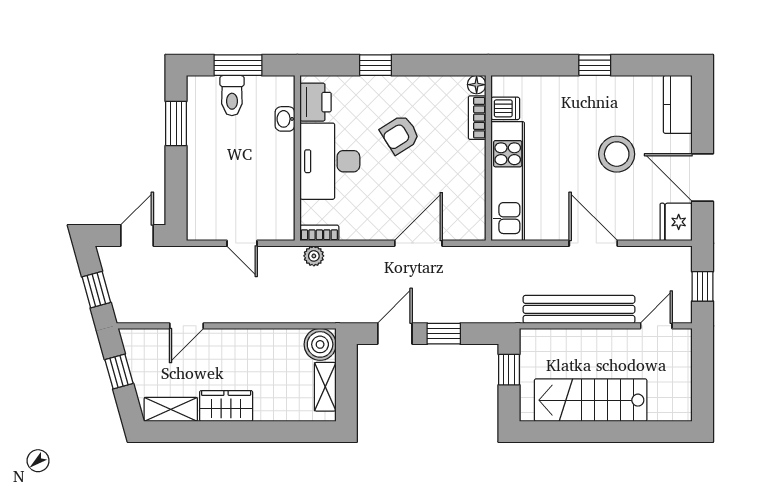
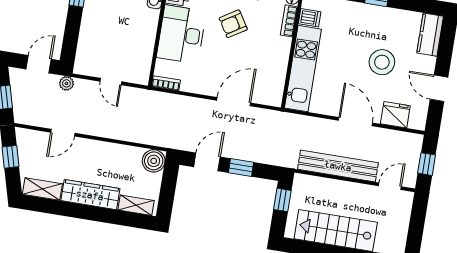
door: (703, 177) -> (439, 88), width x0.73
fridge: (676, 222) -> (395, 115), moved, turned 90
plant: (314, 256) -> (66, 83), moved
shelving: (325, 387) -> (136, 205), moved, turned 90
wardrobe: (226, 406) -> (90, 195), width x1.50

